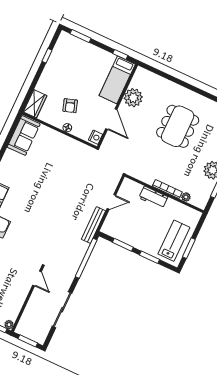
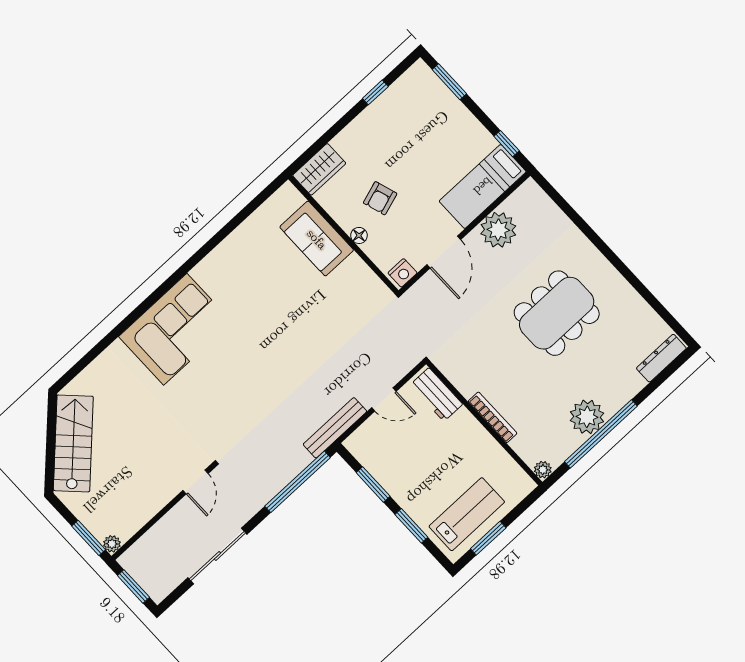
sofa: (24, 135) -> (317, 239), moved, turned 90
workbench: (153, 197) -> (436, 395), moved
plant: (186, 197) -> (543, 470), moved

